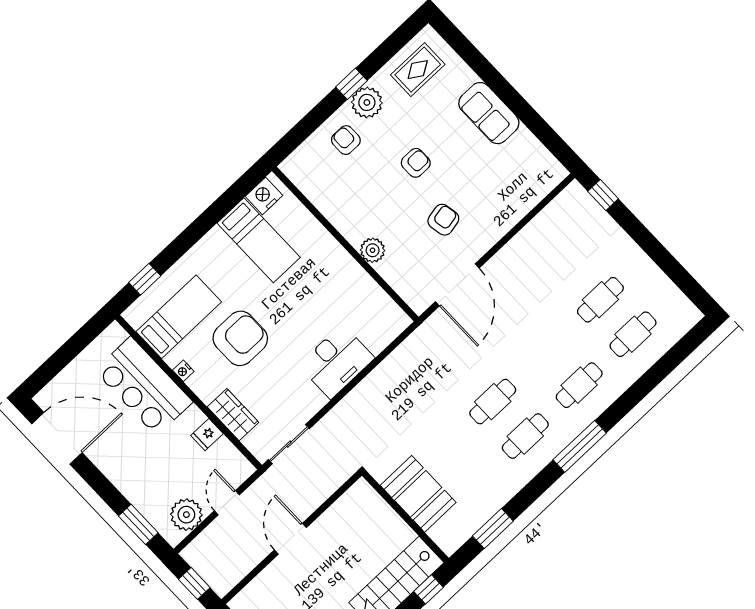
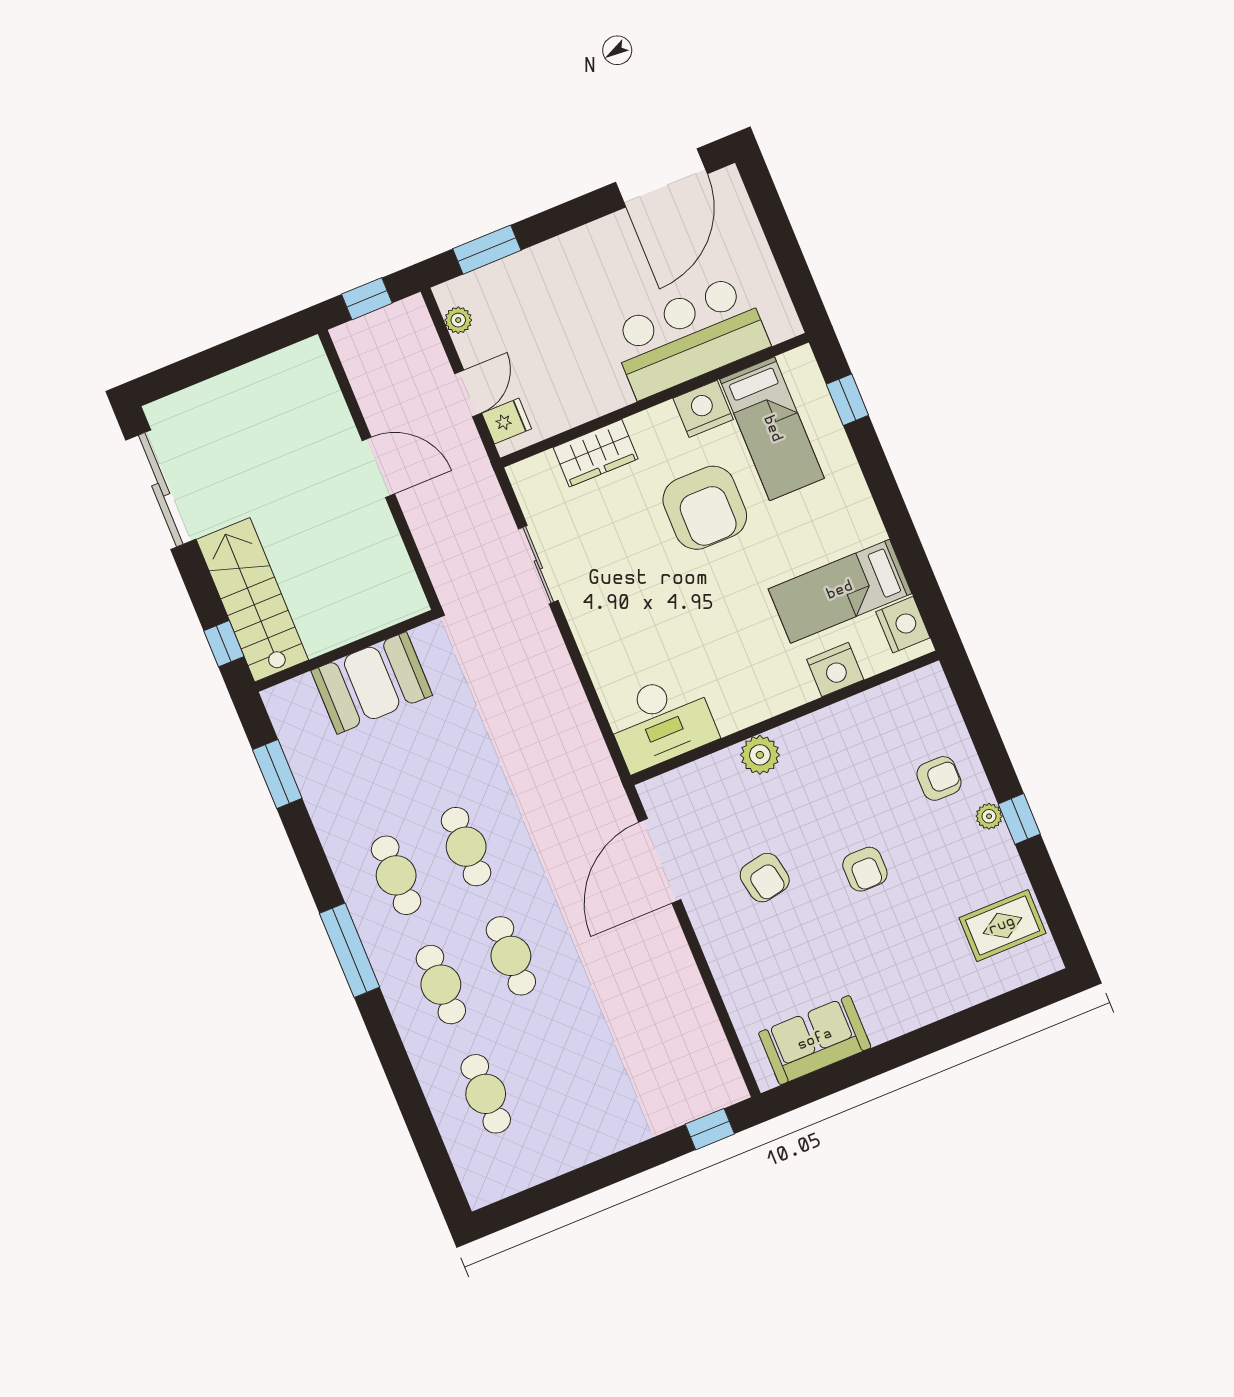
rug: (418, 70) -> (1002, 926), turned 90
plant: (367, 102) -> (989, 816), width x0.53, depth x0.53
sofa: (489, 113) -> (815, 1040), moved
nightstand: (306, 225) -> (835, 670), added
door: (457, 285) -> (660, 861), hinge flipped
cafe table: (600, 300) -> (511, 956), moved
desk: (336, 361) -> (661, 721), moved, turned -90
nightstand: (183, 371) -> (703, 409), width x1.89, depth x1.79
fridge: (207, 435) -> (507, 421), moved, turned 90
sliding door: (289, 444) -> (538, 565), moved
door: (227, 503) -> (468, 393), hinge flipped
plant: (186, 515) -> (458, 320), width x0.53, depth x0.53

